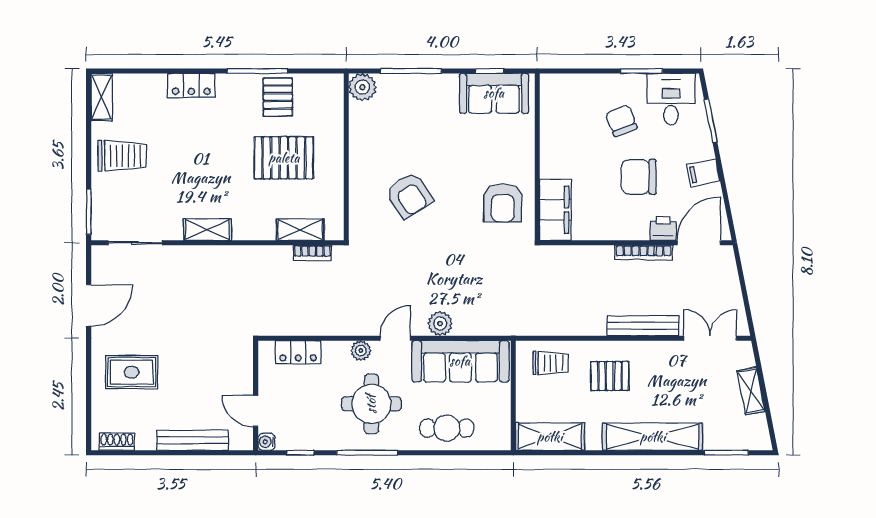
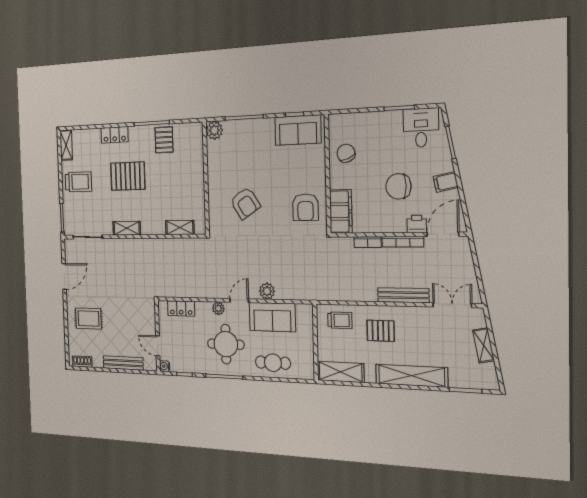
chair: (621, 121) -> (346, 153), moved
pallet: (284, 158) -> (128, 176), moved
bookcase: (312, 253) -> (367, 242), moved
sofa: (460, 361) -> (272, 317), width x0.73

